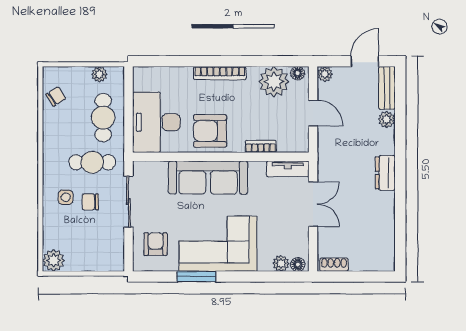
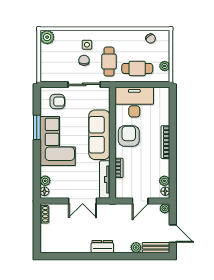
plant: (274, 82) -> (164, 181), width x0.53, depth x0.53
tv unit: (288, 169) -> (105, 180), width x1.41

